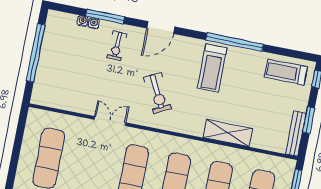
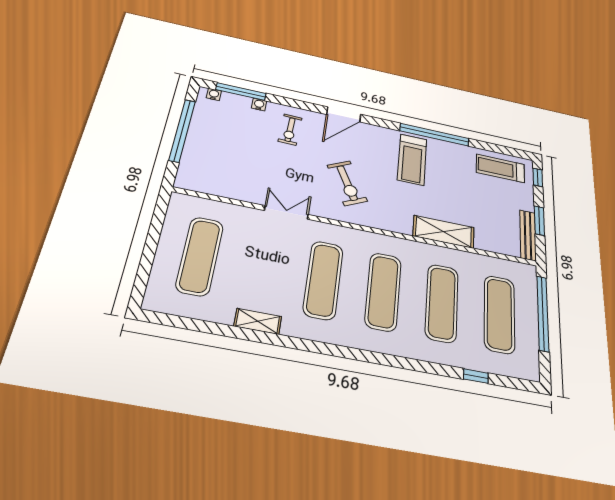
window: (105, 16) -> (241, 92), moved
water cooler: (83, 21) -> (214, 94), moved

